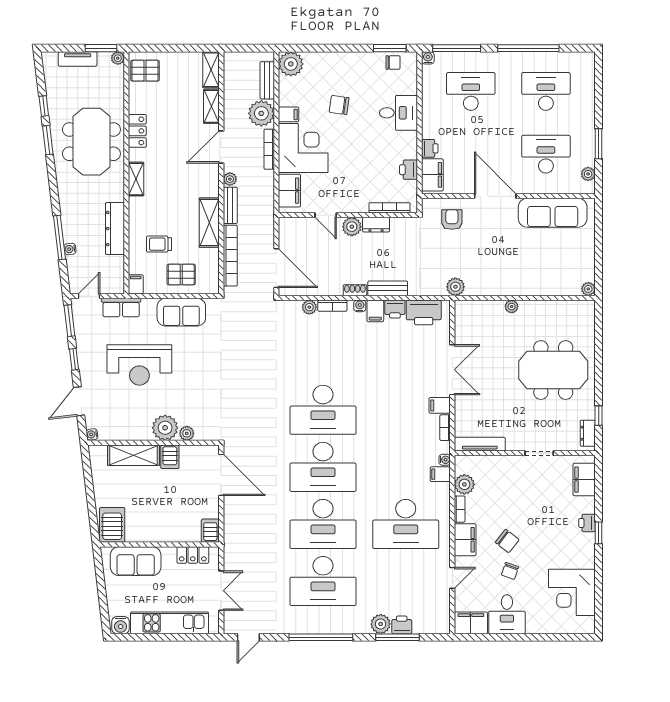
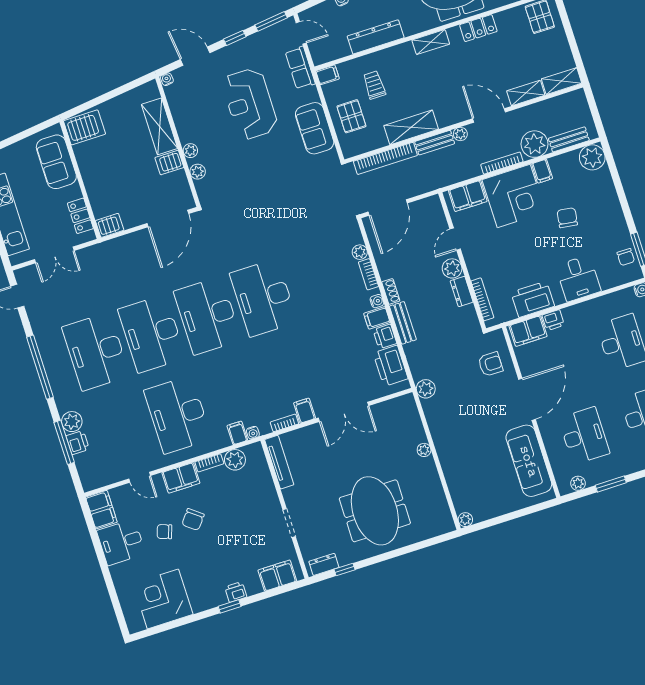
printer: (409, 170) -> (533, 299), width x1.87, depth x1.48
plant: (165, 428) -> (190, 151), width x0.53, depth x0.53

